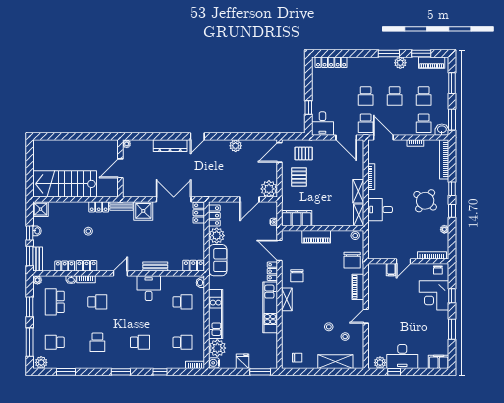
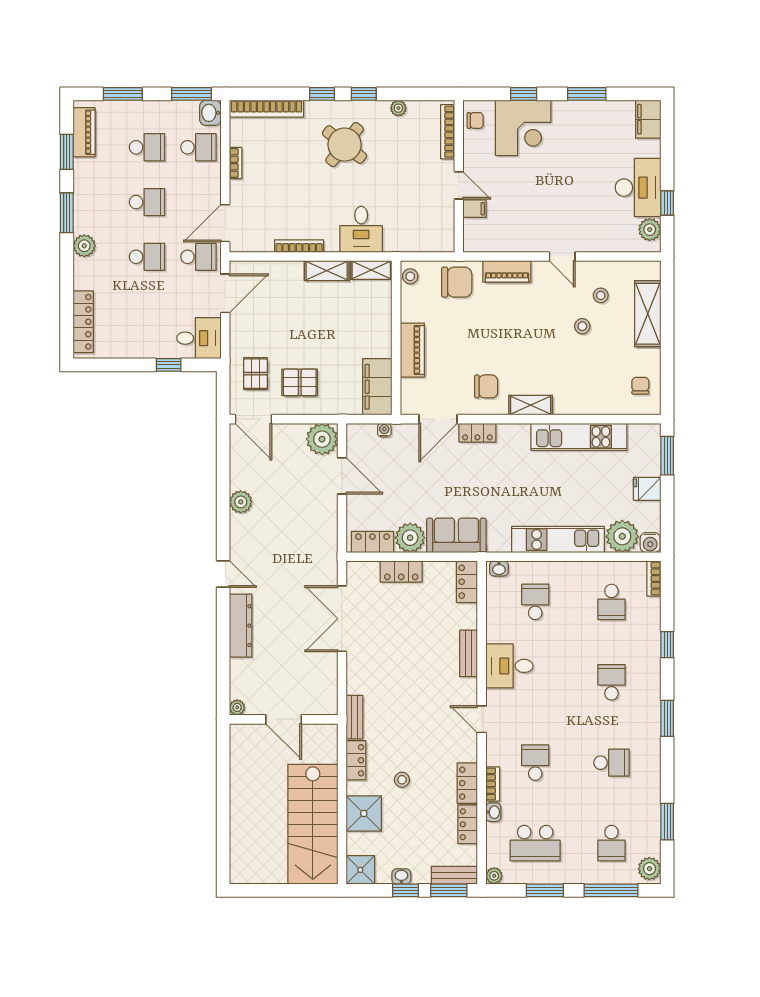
plant: (400, 63) -> (84, 246), moved
shower: (143, 211) -> (364, 813), moved
locker: (199, 213) -> (401, 572), moved
kitchen unit: (270, 307) -> (579, 437), moved
school desk: (183, 342) -> (611, 602), turned 180

